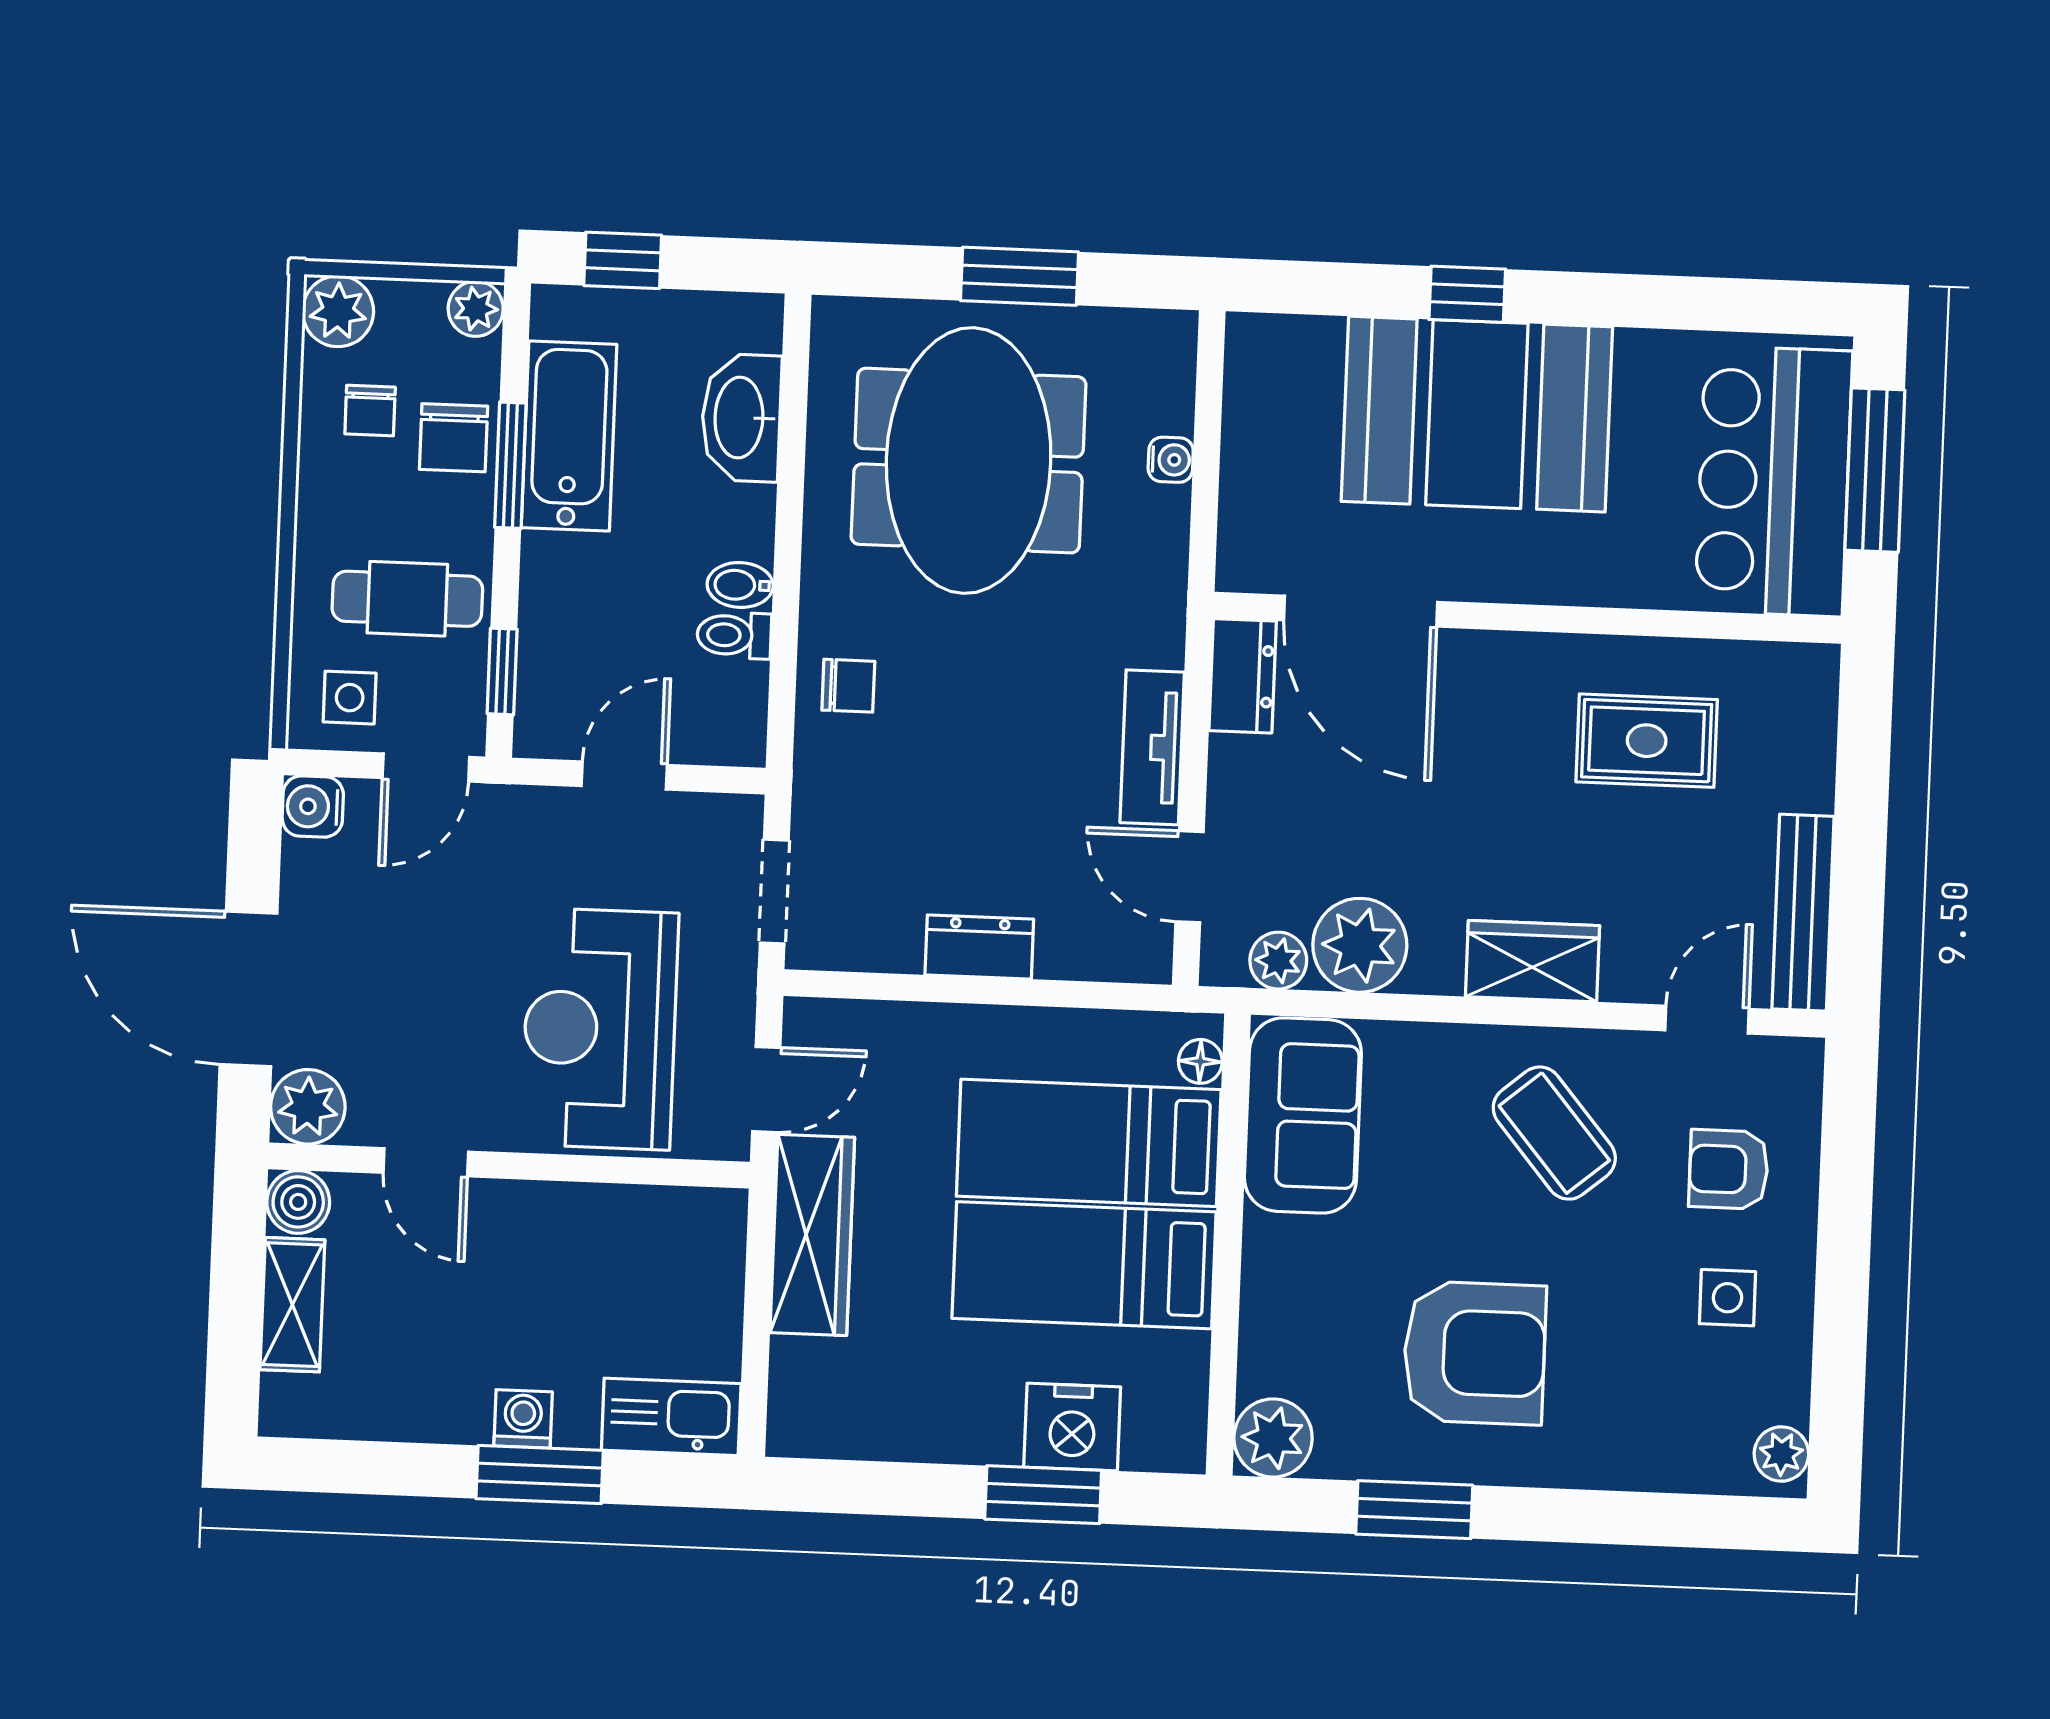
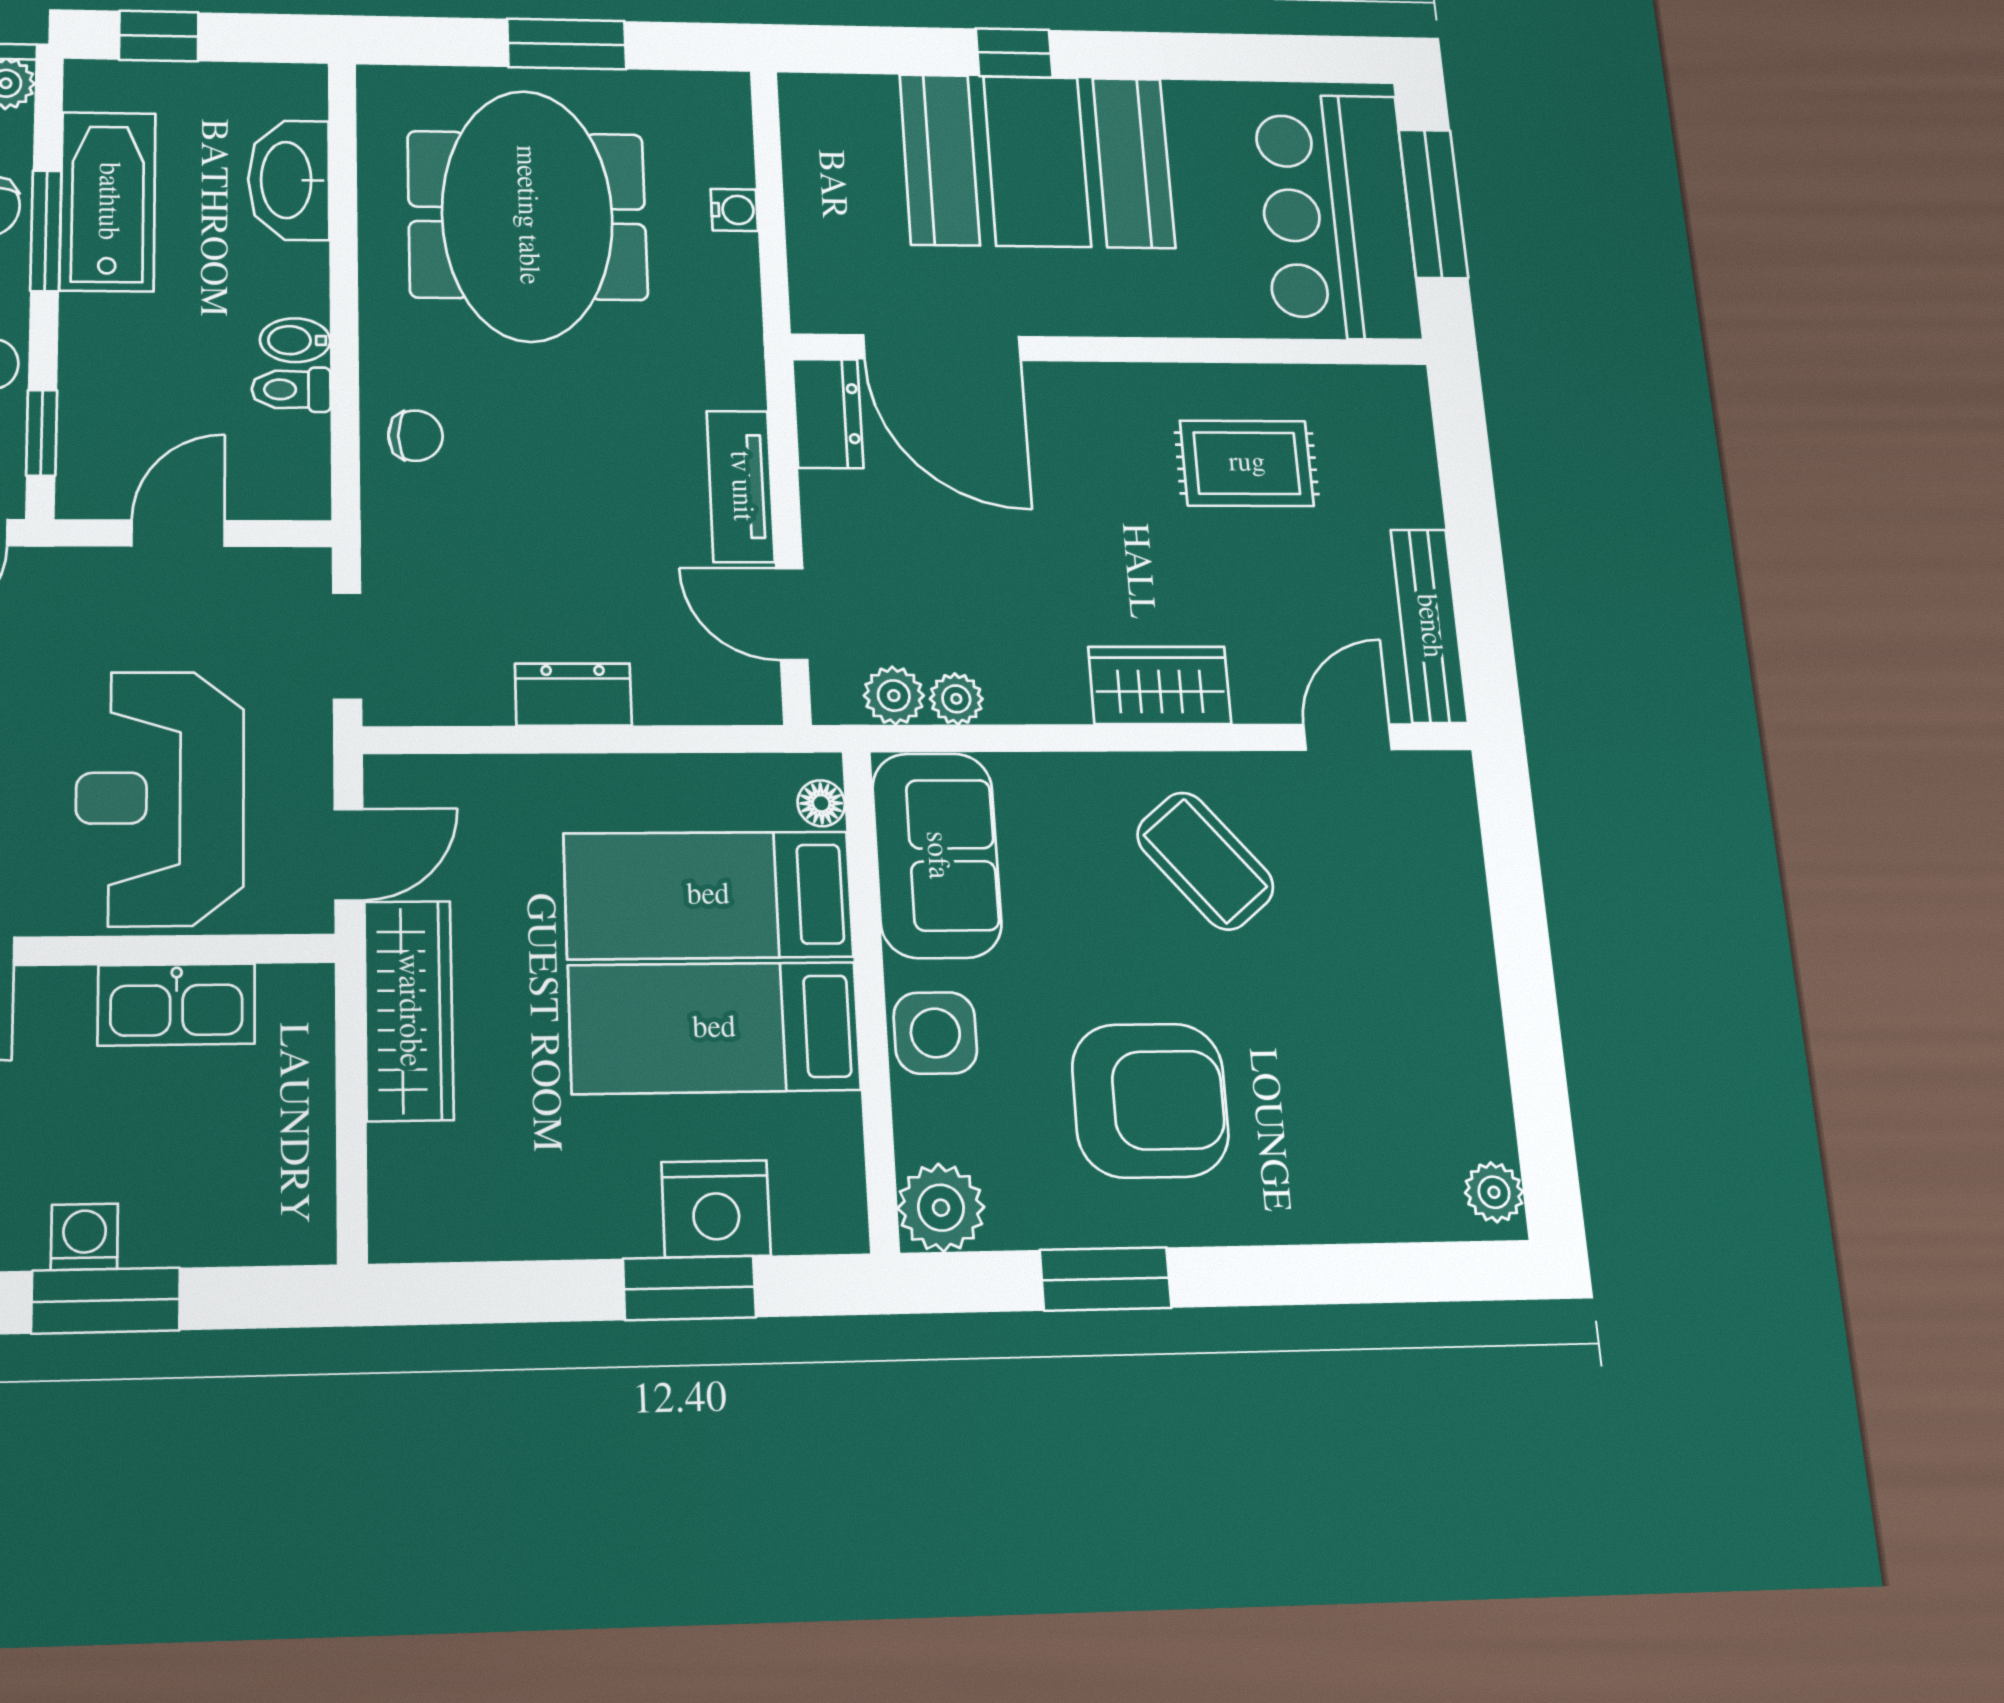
plant: (1360, 945) -> (956, 699), width x0.53, depth x0.53
armchair: (1728, 1169) -> (1392, 890), removed
side table: (1727, 1298) -> (935, 1033), moved, width x1.37, depth x1.37
kitchen sink: (671, 1417) -> (176, 1005), moved, turned 180

